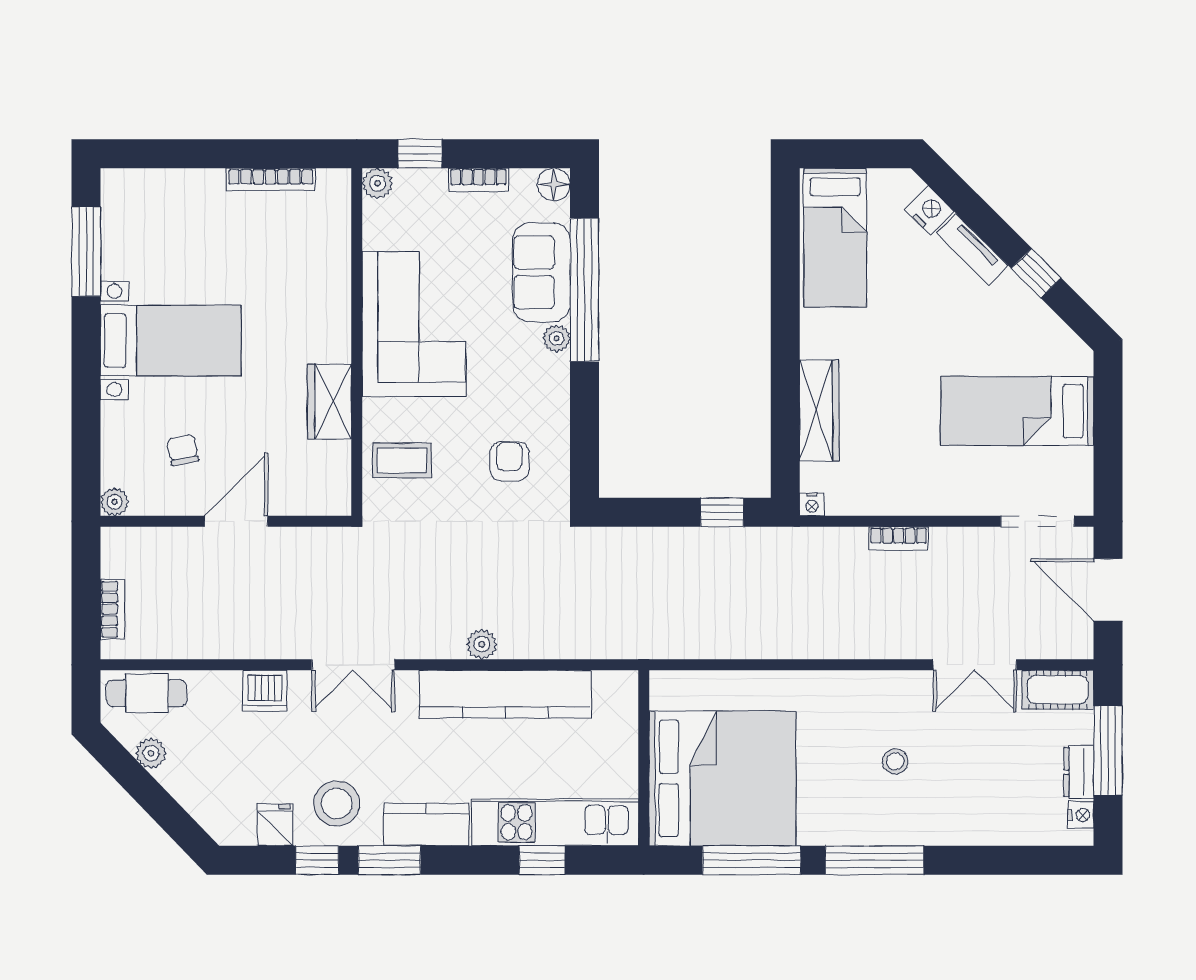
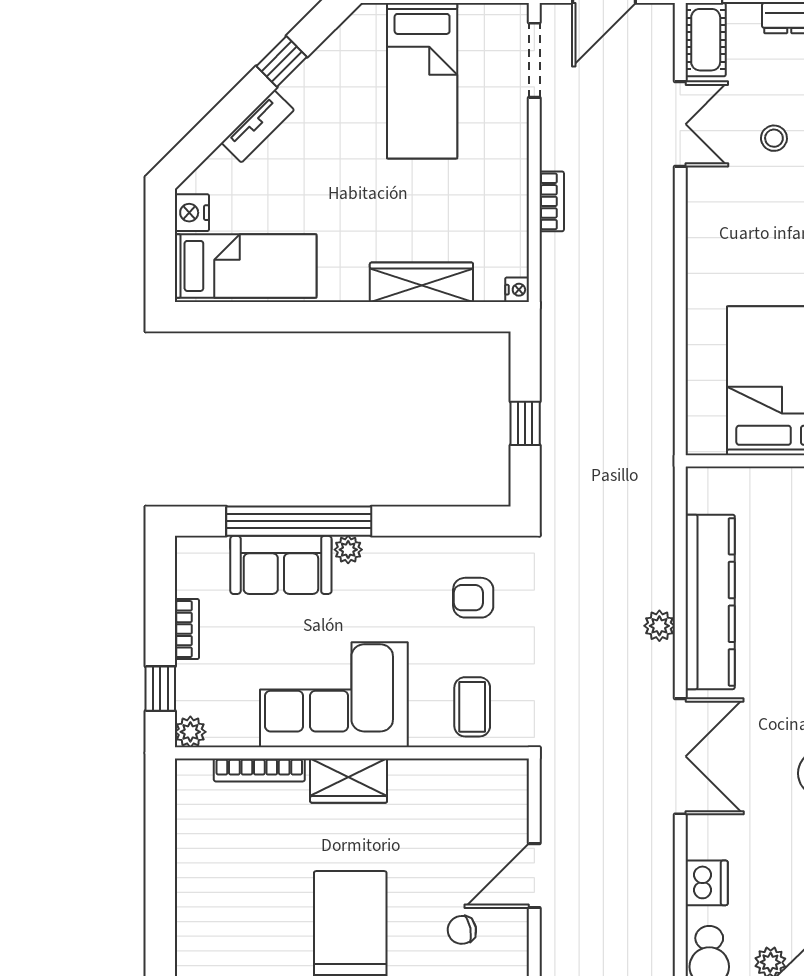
bookcase: (271, 179) -> (259, 770), moved, turned 90
floor lamp: (554, 184) -> (191, 552), removed
nightstand: (930, 211) -> (192, 213), moved, turned -45
wardrobe: (330, 402) -> (349, 781), moved
window: (722, 512) -> (525, 423), moved
door: (236, 521) -> (534, 876), hinge flipped
double door: (353, 665) -> (680, 756), width x1.37
dishwasher: (265, 691) -> (707, 883), moved
stool: (895, 761) -> (774, 138), moved

